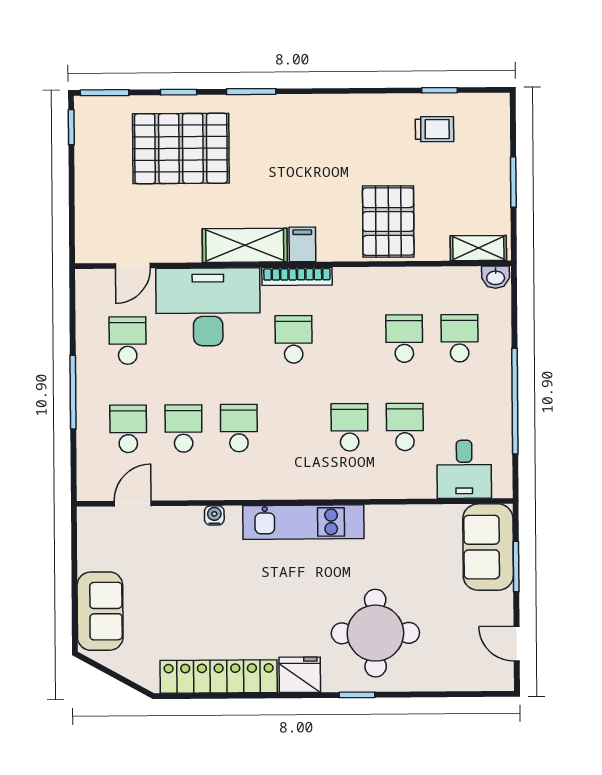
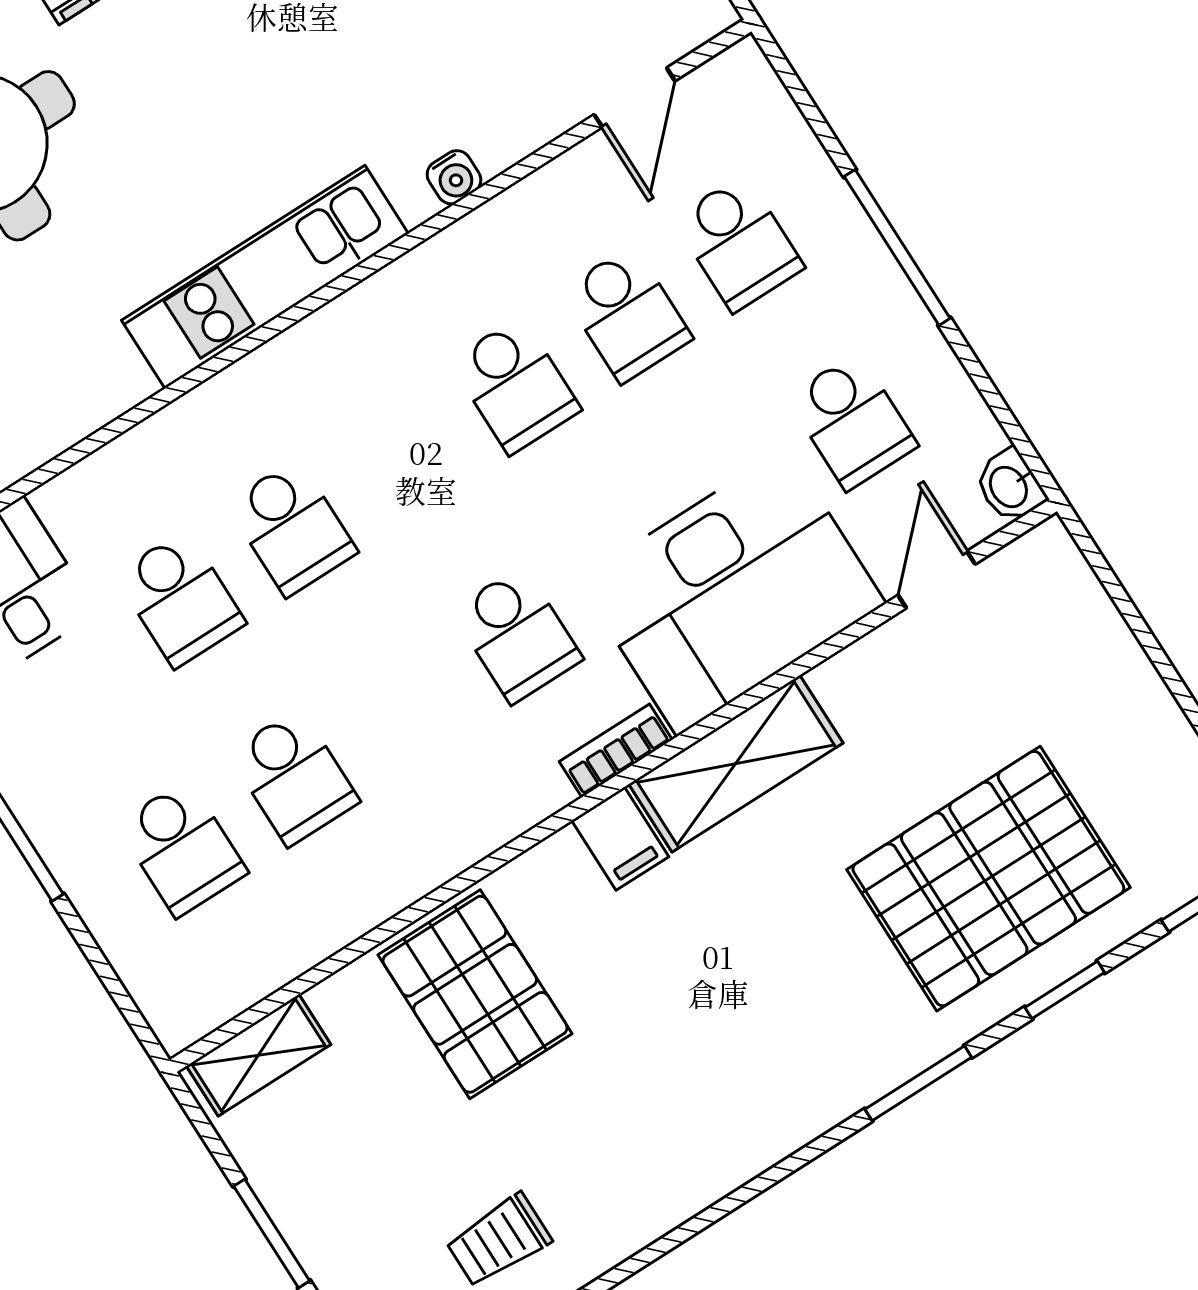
bookcase: (297, 276) -> (616, 751), width x0.64
washbasin: (496, 277) -> (1010, 486), moved, turned -90

